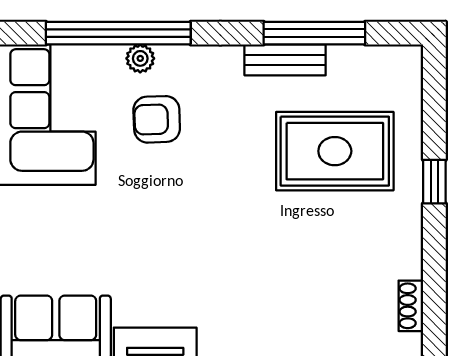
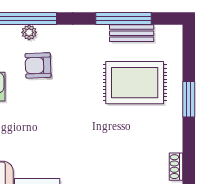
bench: (285, 60) -> (132, 33), moved
window: (434, 182) -> (189, 99), width x1.50

